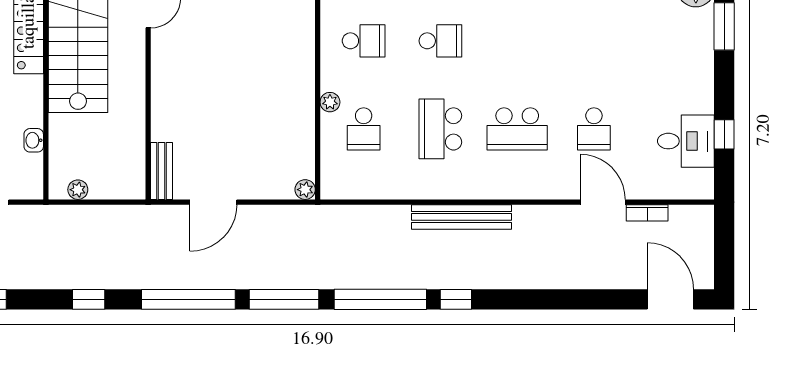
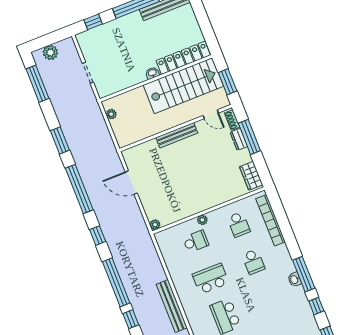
school desk: (364, 129) -> (196, 241), turned 180
washbasin: (34, 140) -> (152, 73), moved
bench: (161, 171) -> (177, 135), moved, width x1.36
window: (89, 299) -> (60, 140), width x1.50
window: (284, 299) -> (98, 236), width x0.46

